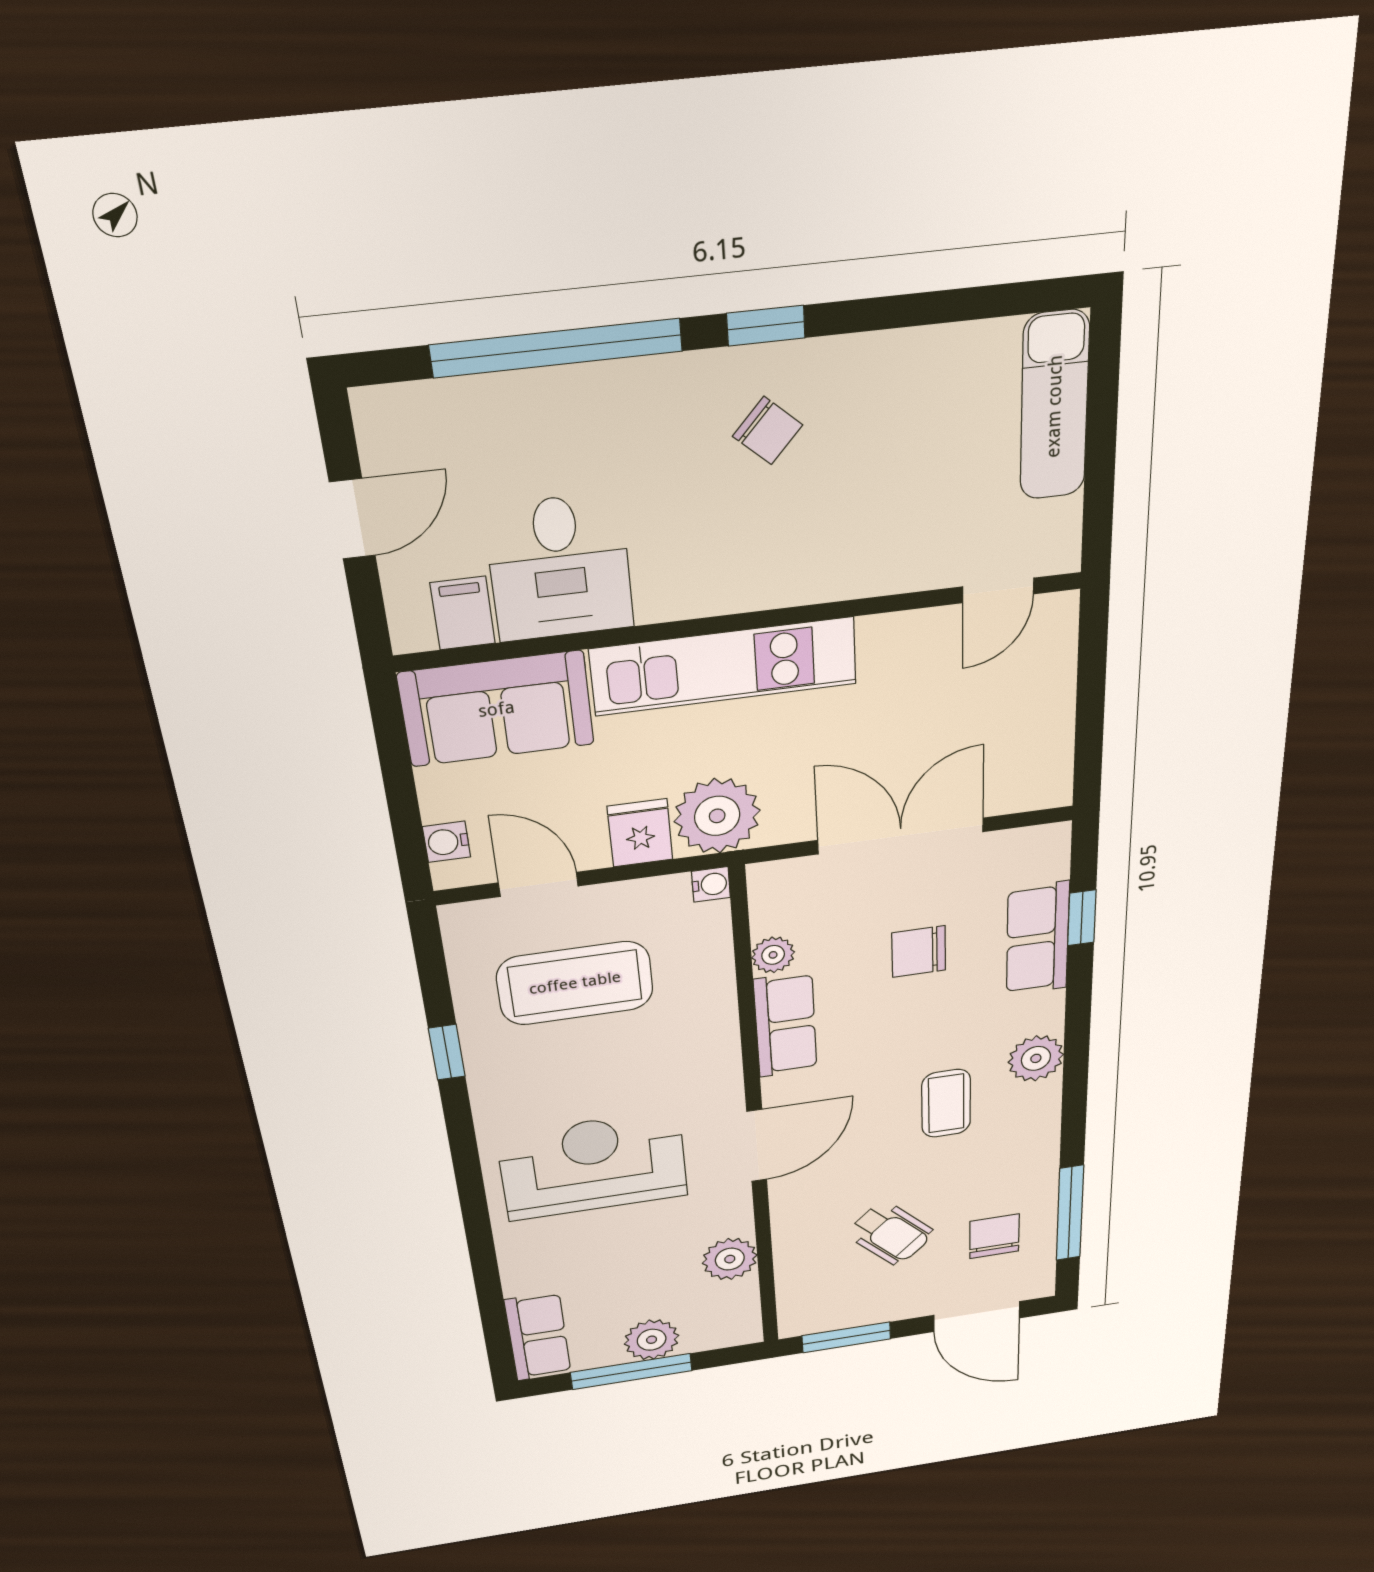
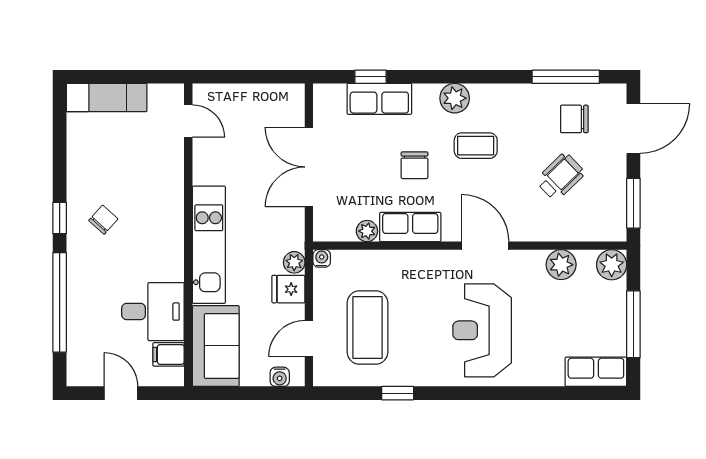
plant: (717, 816) -> (294, 262), width x0.53, depth x0.53
chair: (919, 952) -> (415, 165), moved
plant: (652, 1340) -> (612, 265), moved

